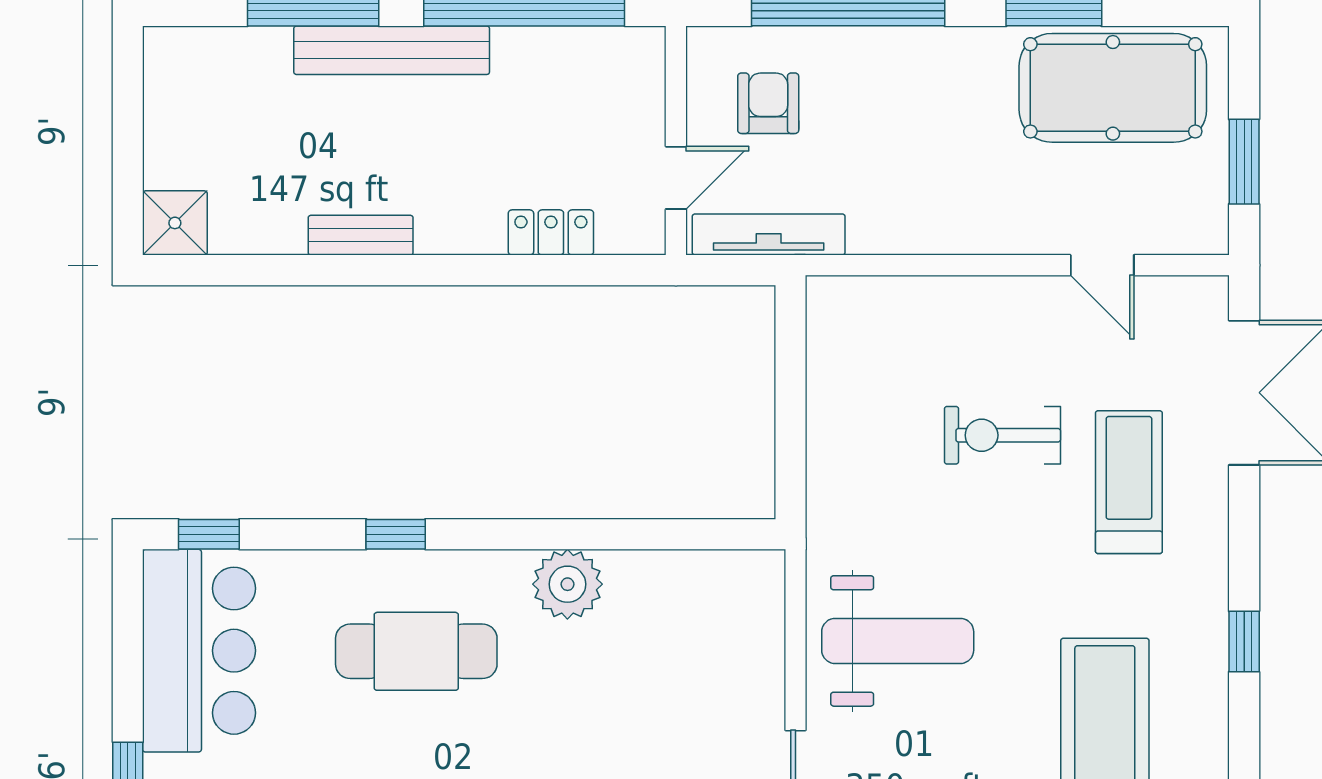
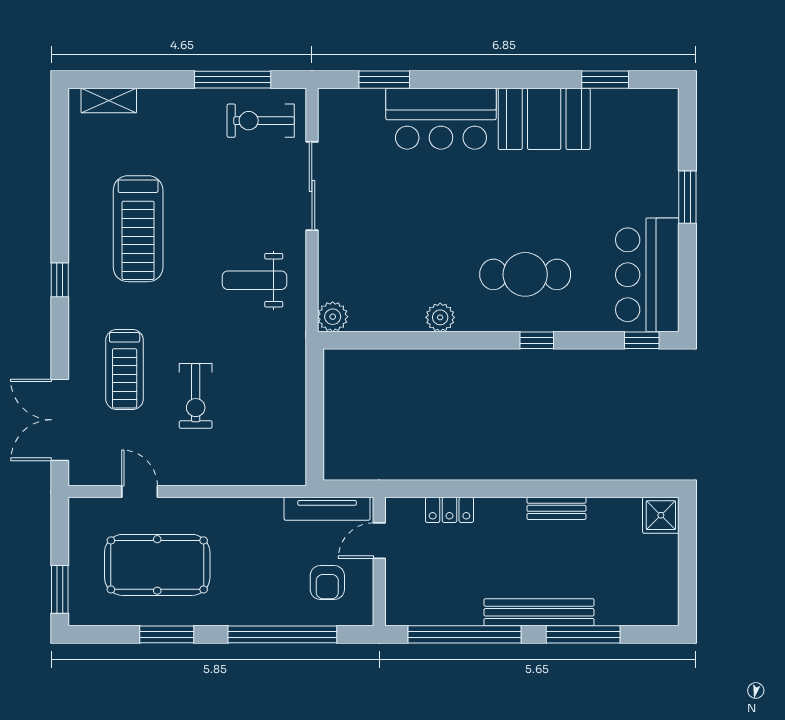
pool table: (1113, 88) -> (157, 565), moved
window: (1244, 162) -> (60, 589), moved
exercise bike: (1002, 435) -> (196, 396), turned 90
plant: (759, 576) -> (333, 317), added
plant: (567, 584) -> (440, 317), width x0.73, depth x0.73
weight bench: (898, 641) -> (254, 280), width x0.73, depth x0.75

